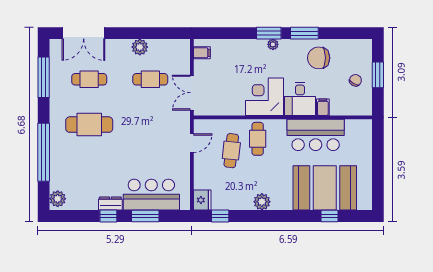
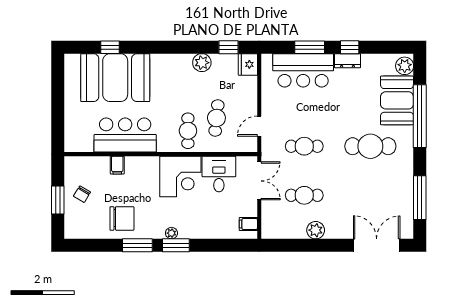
cafe table: (89, 79) -> (304, 146), moved
desk: (300, 99) -> (219, 174), moved
booth: (65, 167) -> (397, 100), added
plant: (262, 202) -> (202, 63), moved

